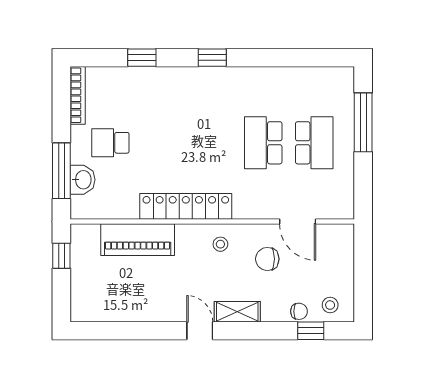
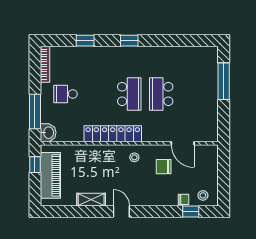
school desk: (314, 143) -> (129, 94), moved
washbasin: (83, 180) -> (48, 133), moved
piano: (138, 240) -> (50, 175), moved, turned -90
shelving: (237, 312) -> (91, 200), moved

